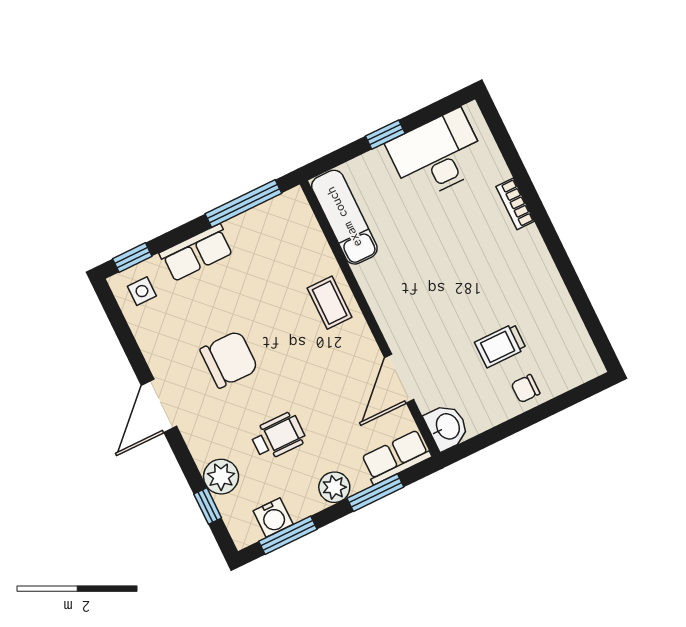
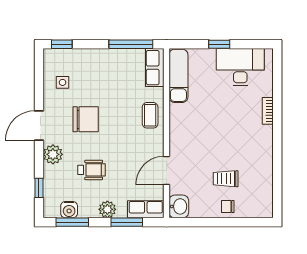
row of seats: (196, 253) -> (155, 68), moved, turned 90
side table: (142, 291) -> (63, 82), moved
plant: (221, 477) -> (53, 154), moved

